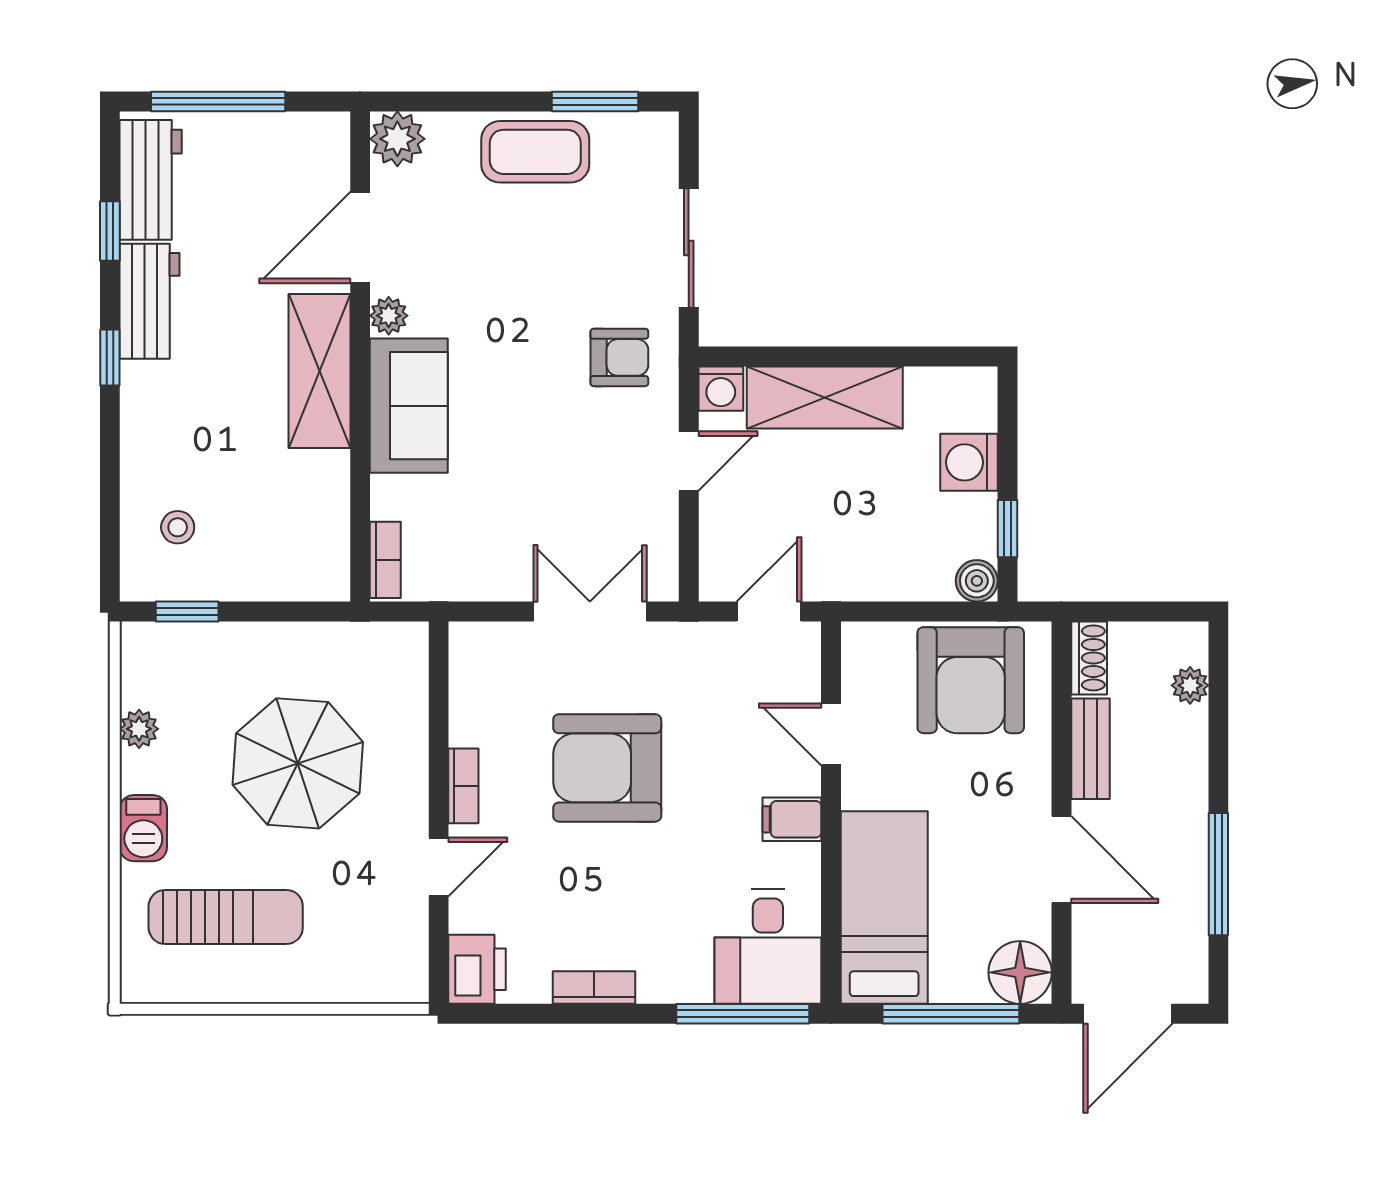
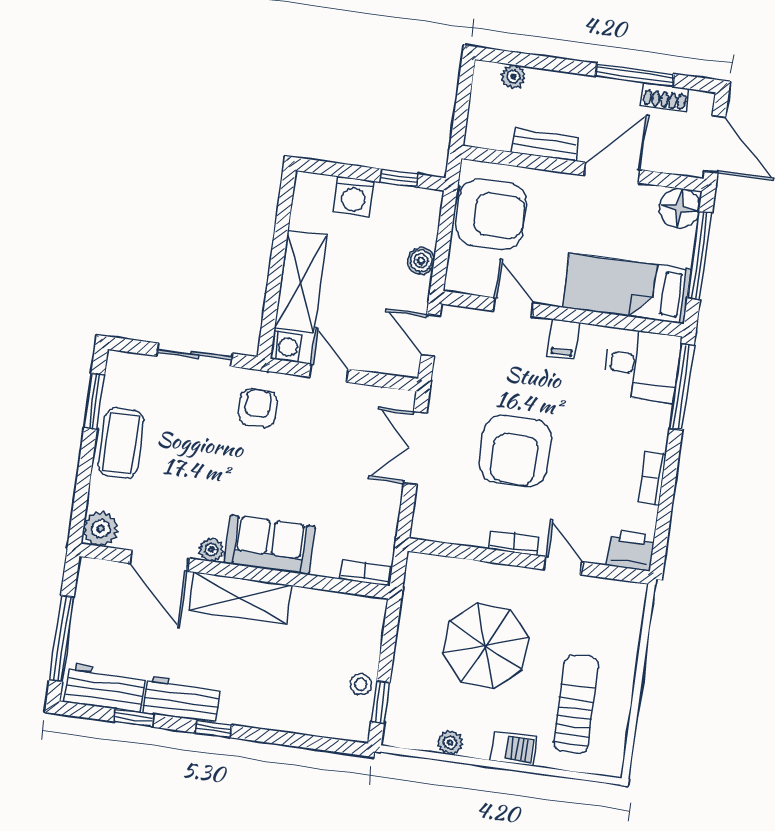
stool: (178, 527) -> (361, 684), moved
boiler: (977, 581) -> (421, 261), moved
shoe rack: (1089, 658) -> (665, 97), moved, turned 180
door: (831, 734) -> (513, 307), swing flipped

